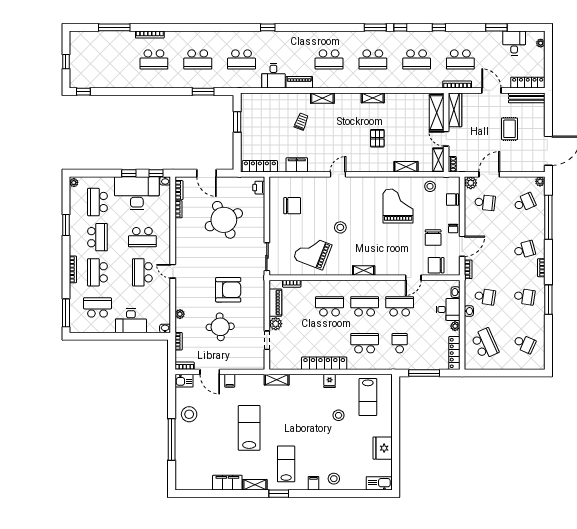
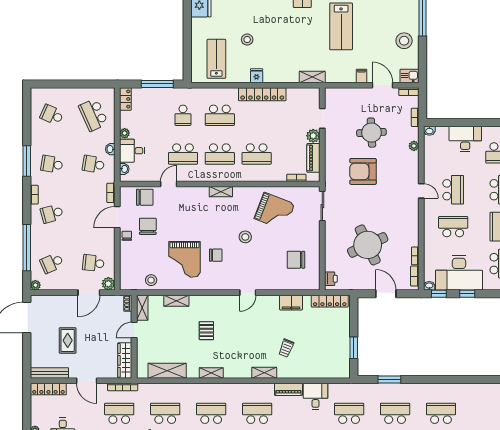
shelving: (437, 113) -> (167, 371), moved, turned 90
door: (446, 139) -> (134, 330), swing flipped
chair: (452, 200) -> (216, 255), moved
locker: (454, 353) -> (125, 99), width x0.66

